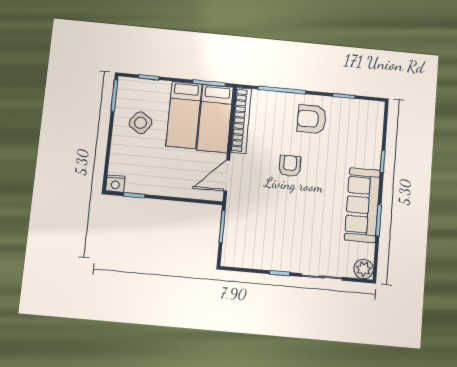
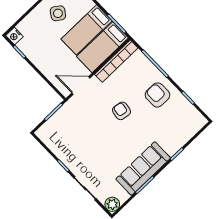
armchair: (290, 166) -> (121, 111), turned -81

